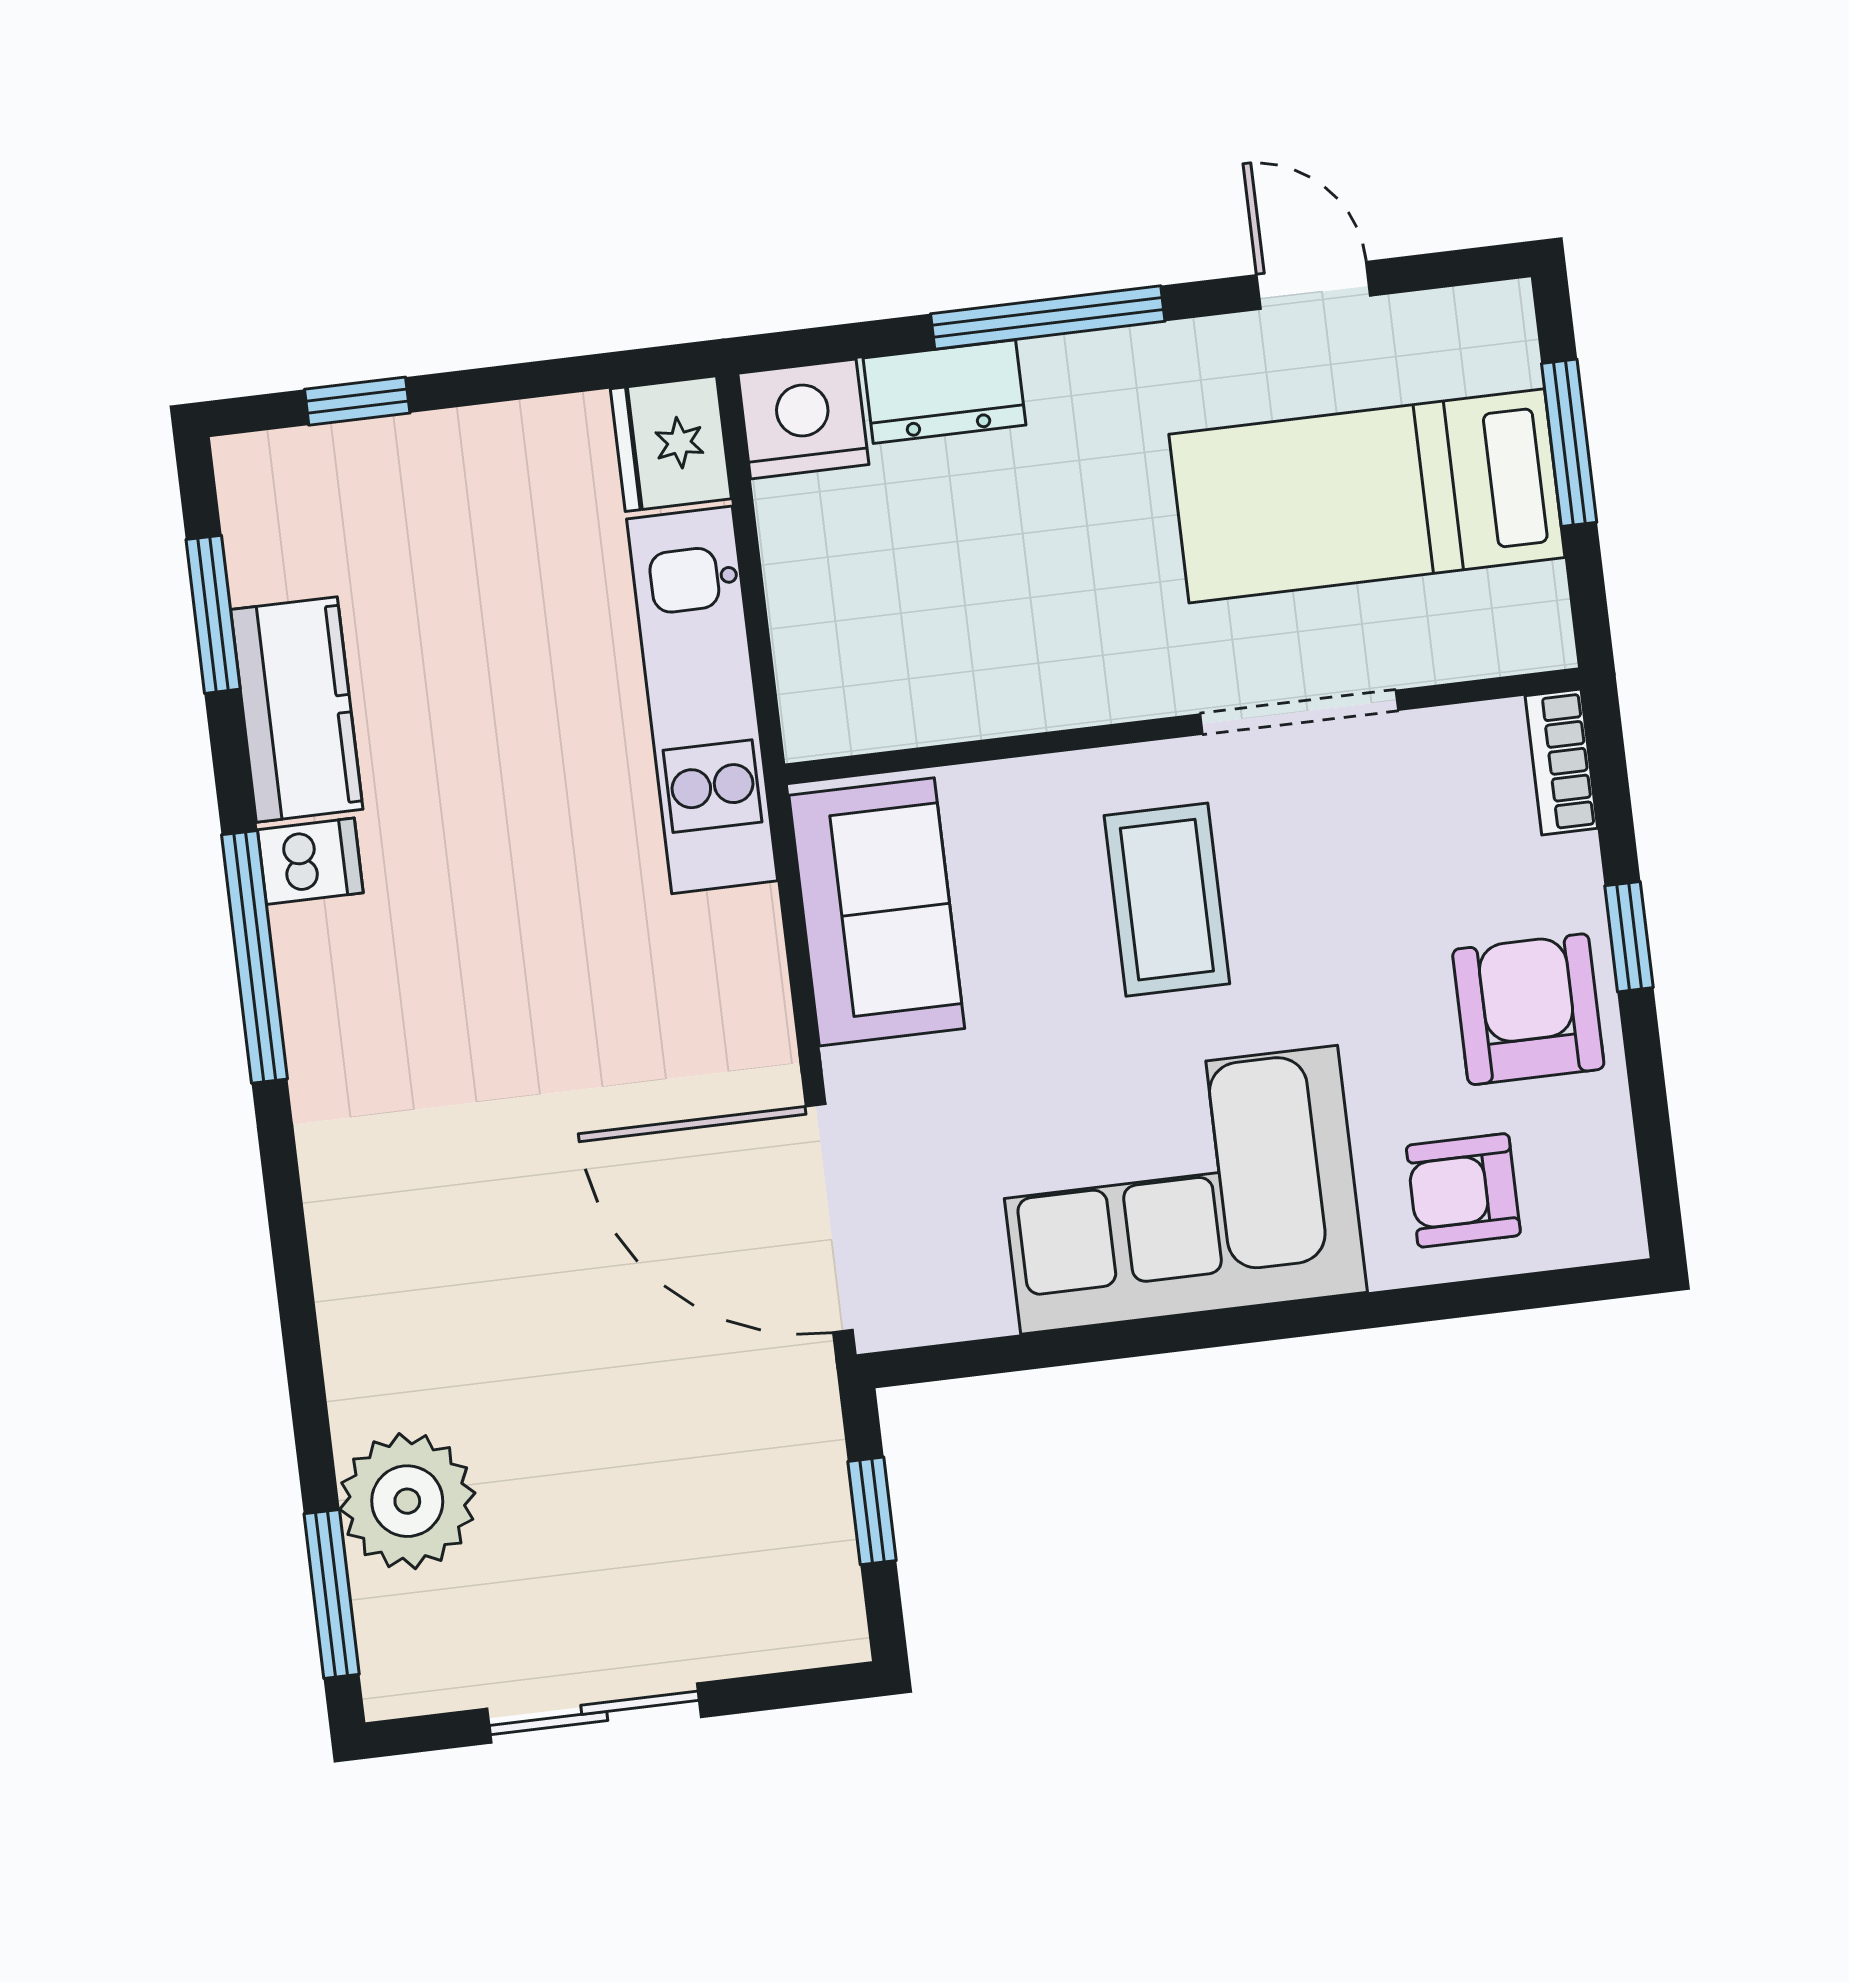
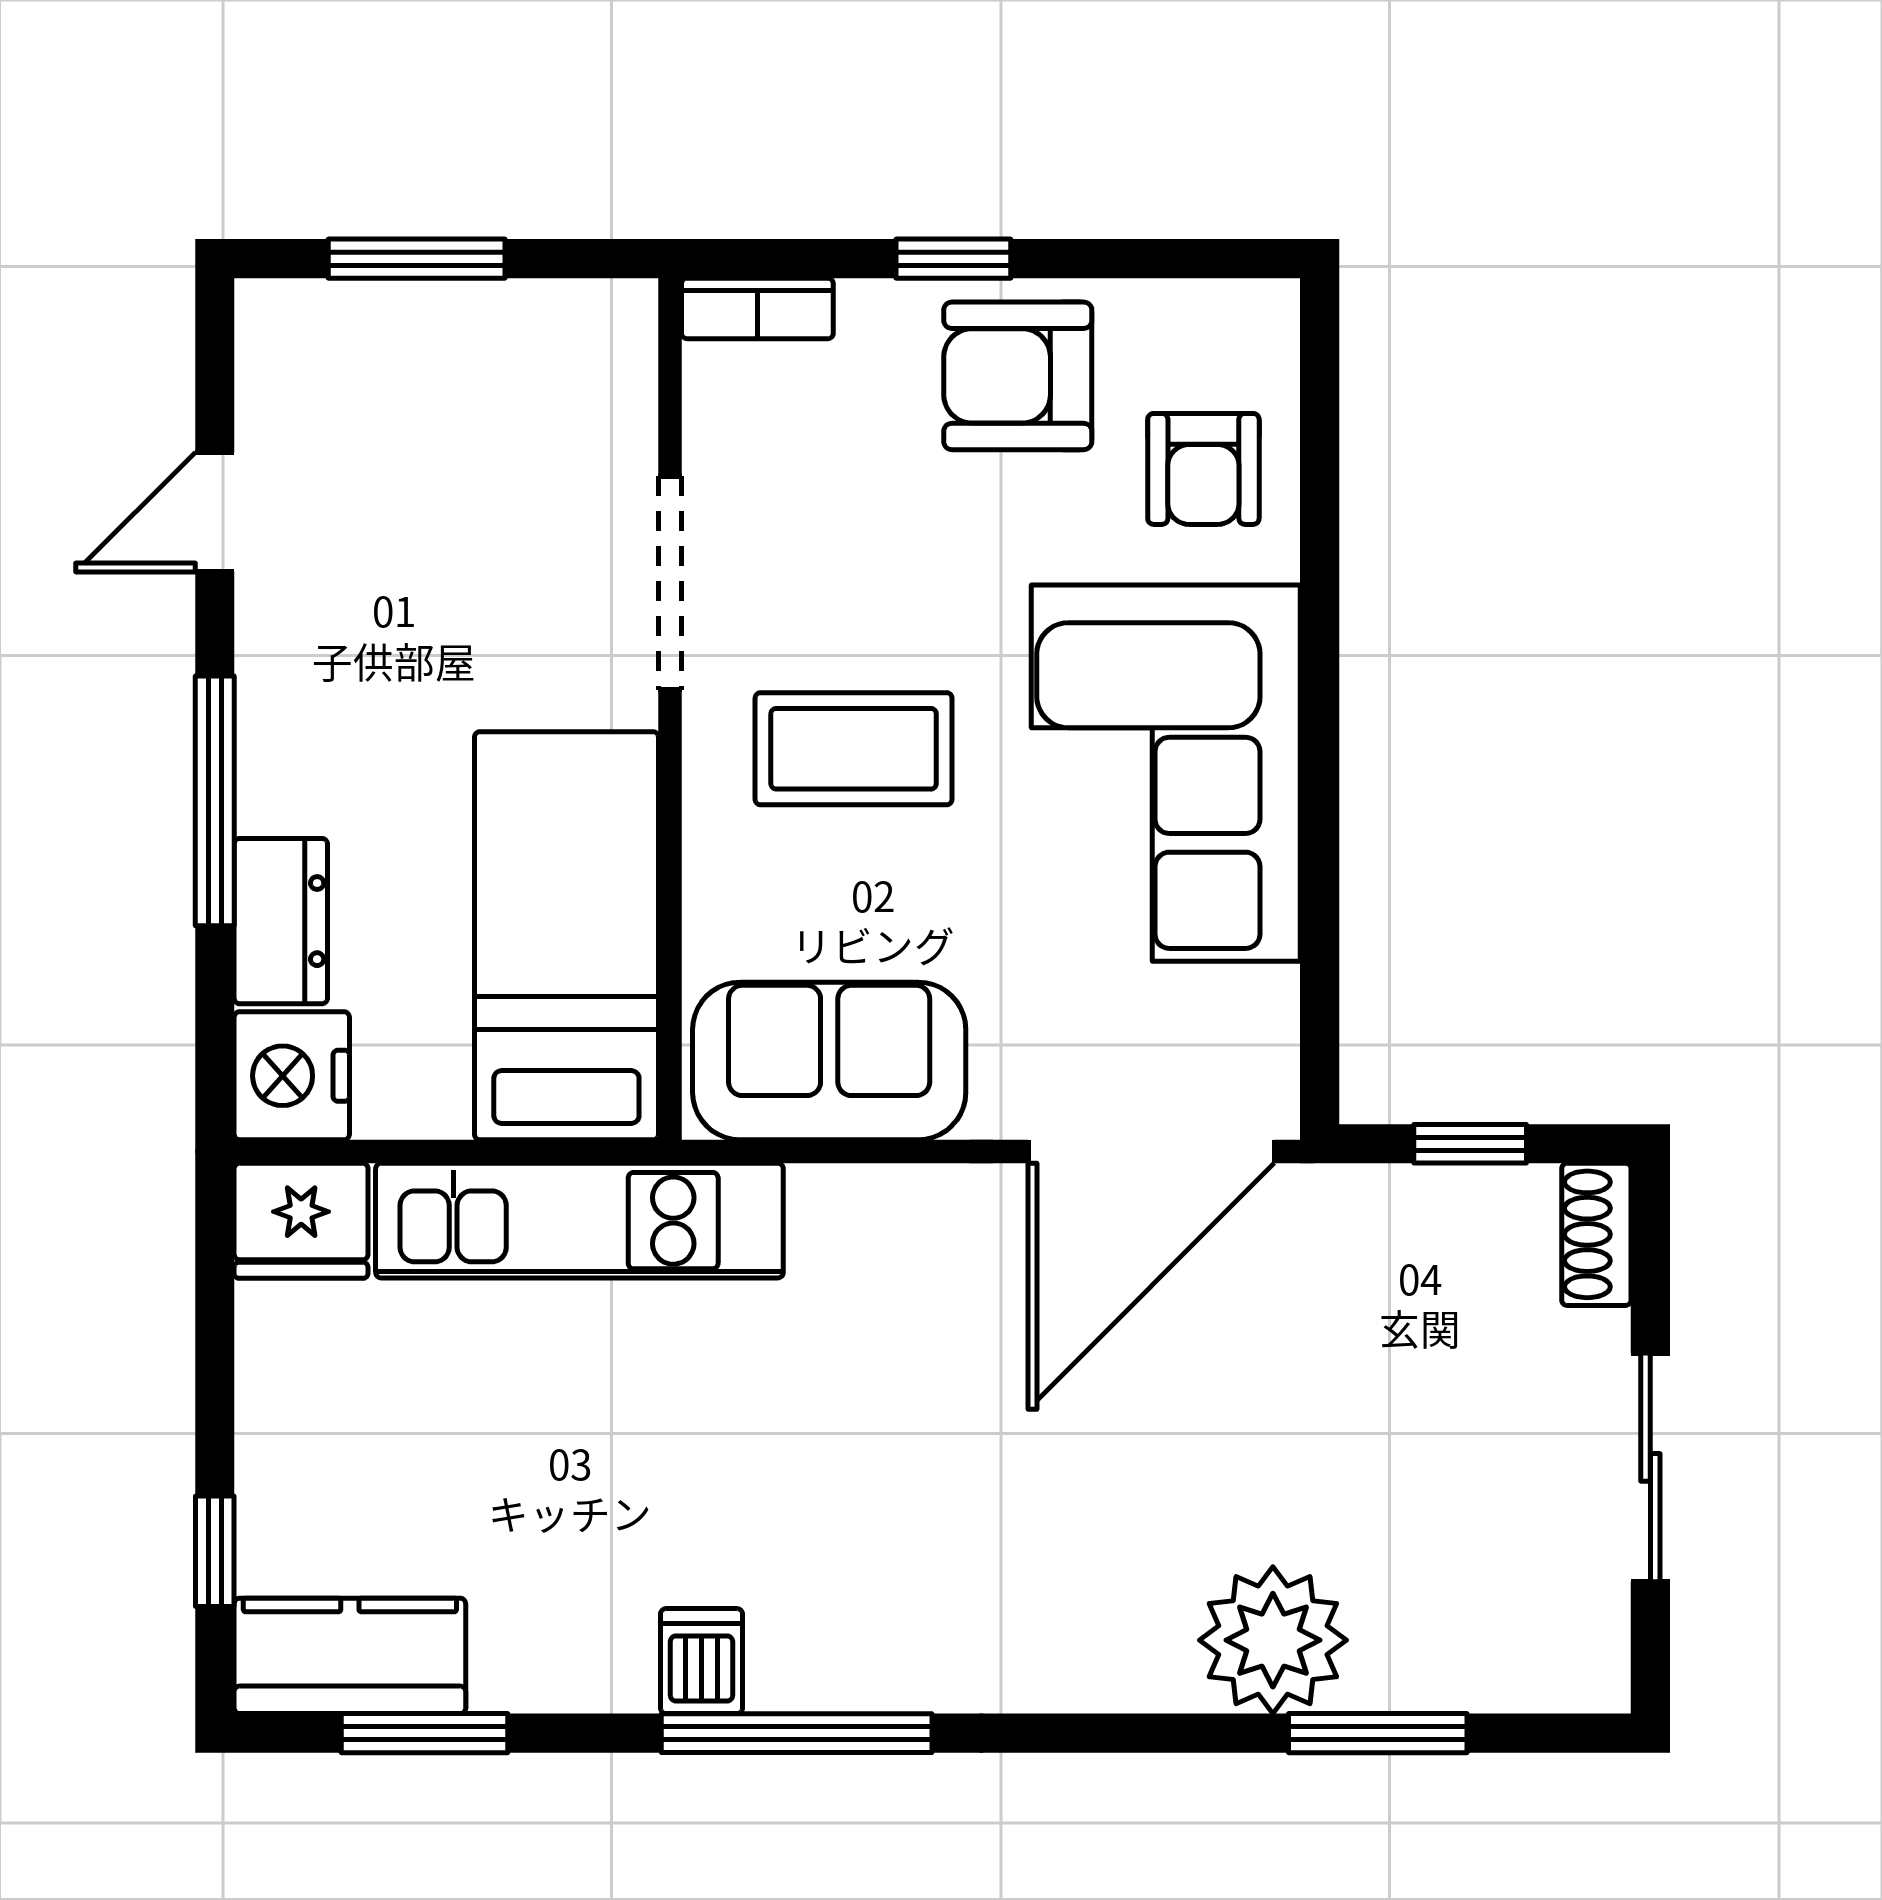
bed: (1367, 496) -> (566, 936), moved, turned 180
kitchen counter: (297, 709) -> (350, 1656), moved
plant: (407, 1501) -> (1273, 1640), moved
window: (332, 1594) -> (1378, 1733), moved
shoe rack: (803, 1637) -> (1596, 1234), added

